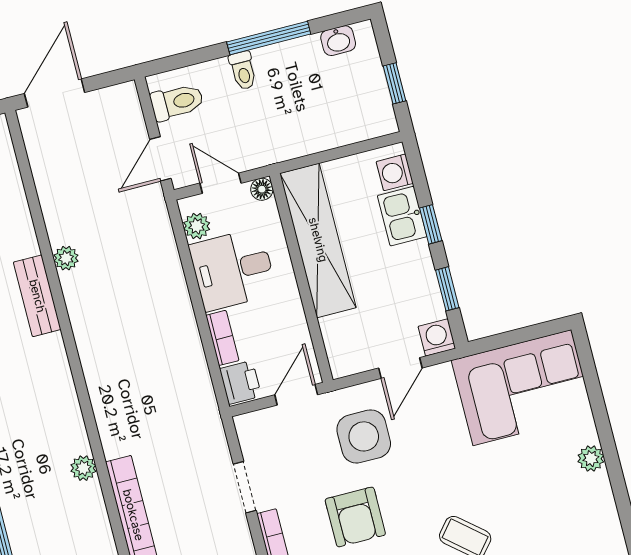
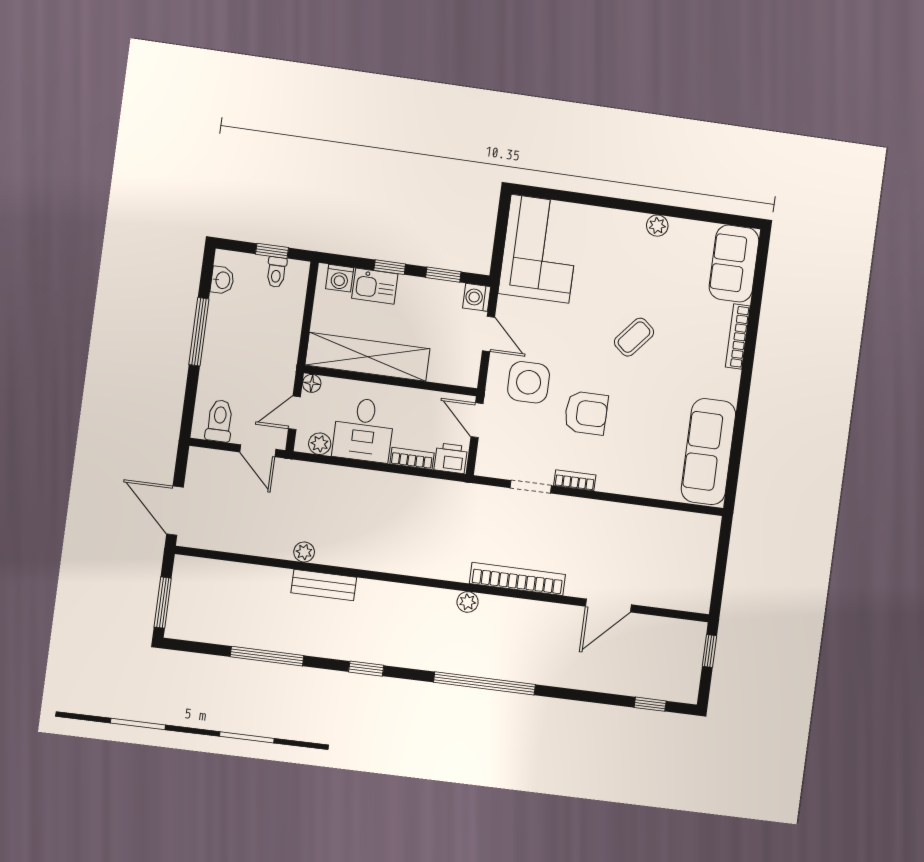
toilet: (243, 71) -> (276, 272), moved, turned 90
plant: (591, 459) -> (657, 226), moved

